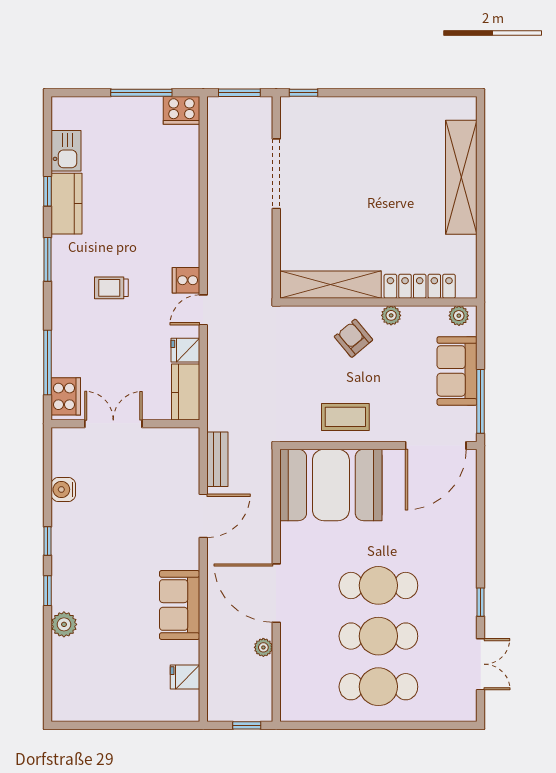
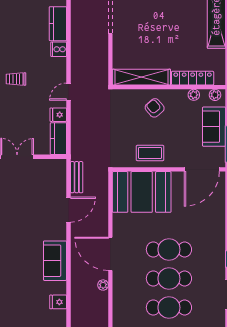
kitchen counter: (185, 191) -> (58, 24), added
cooker: (186, 280) -> (59, 49), moved
plant: (391, 315) -> (194, 95), moved

